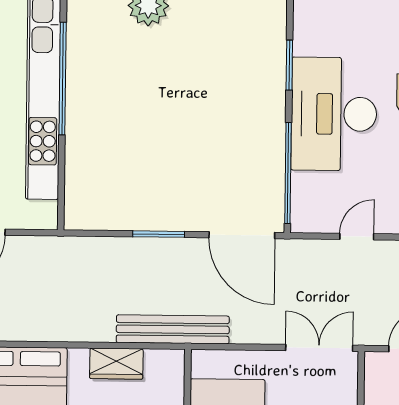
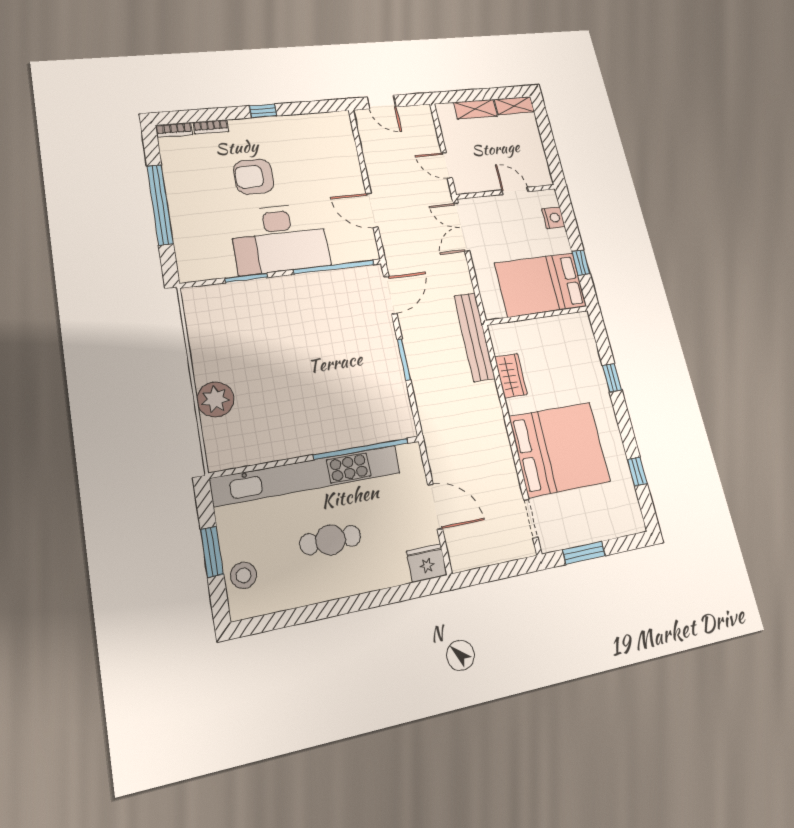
window: (63, 79) -> (361, 449), moved
door: (242, 235) -> (390, 295), width x0.73
door: (357, 237) -> (372, 210), width x1.38

